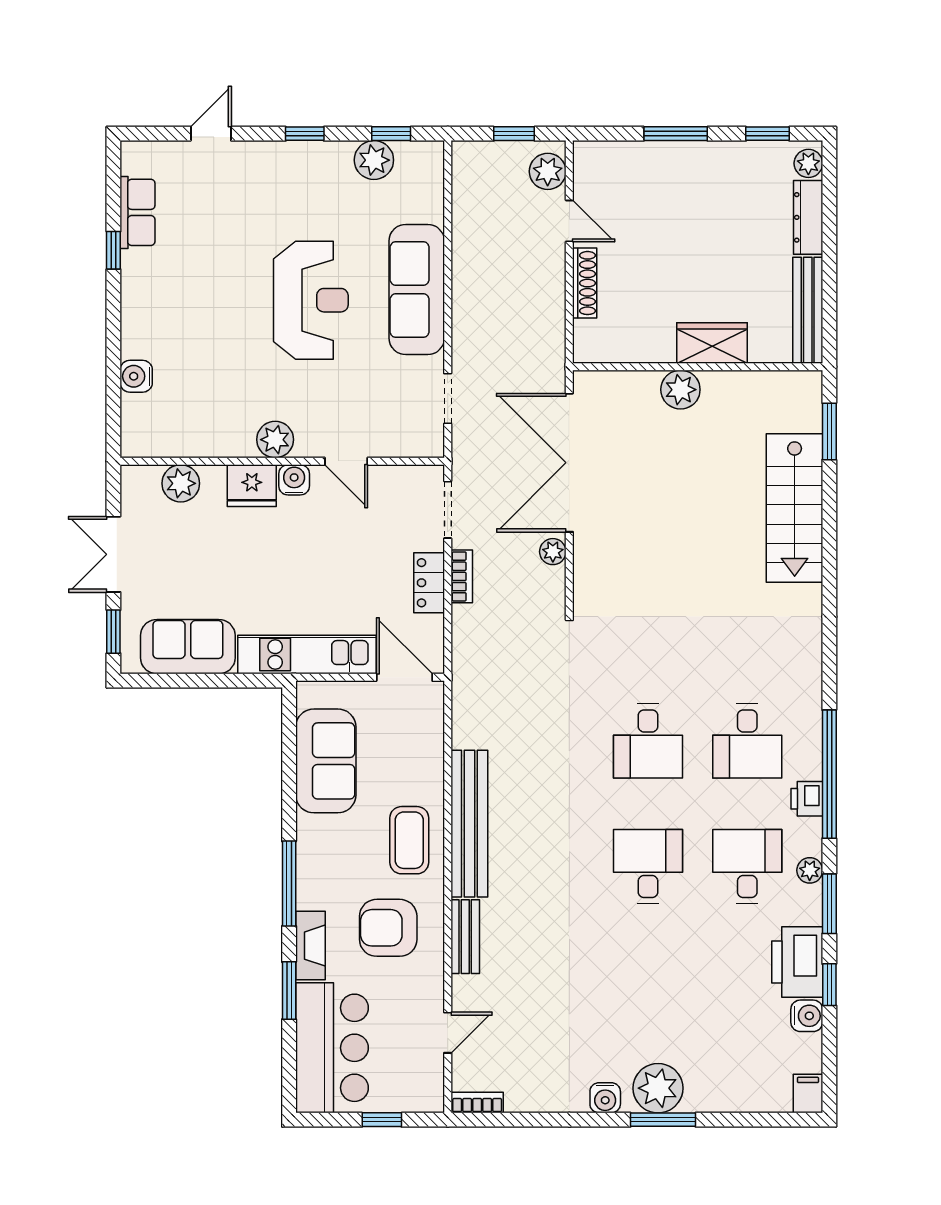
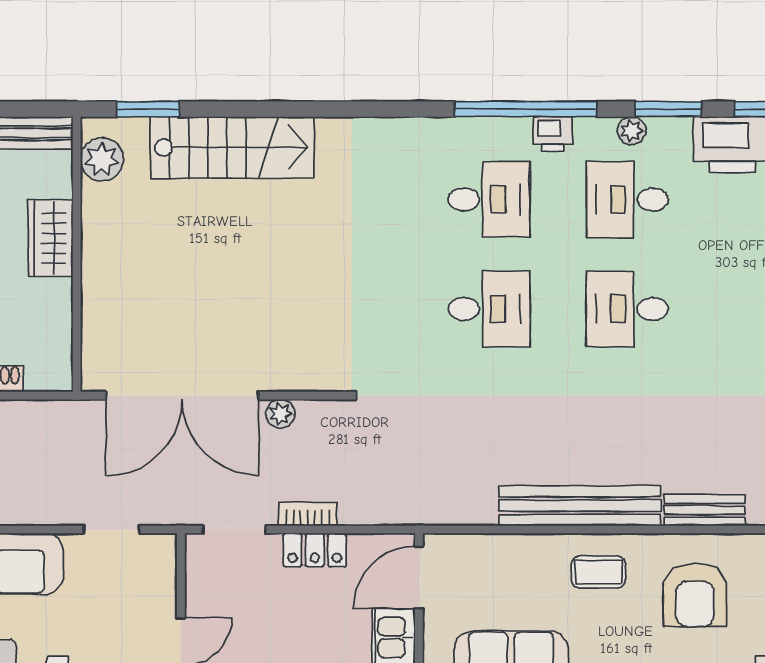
plant: (680, 390) -> (102, 159), moved
coffee table: (409, 840) -> (598, 572), width x0.73, depth x0.77

